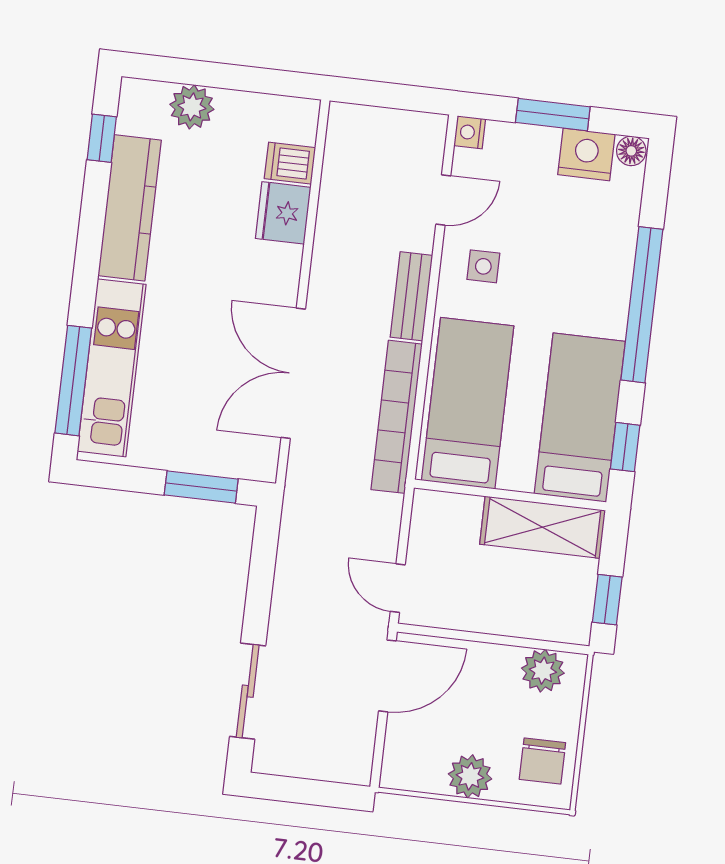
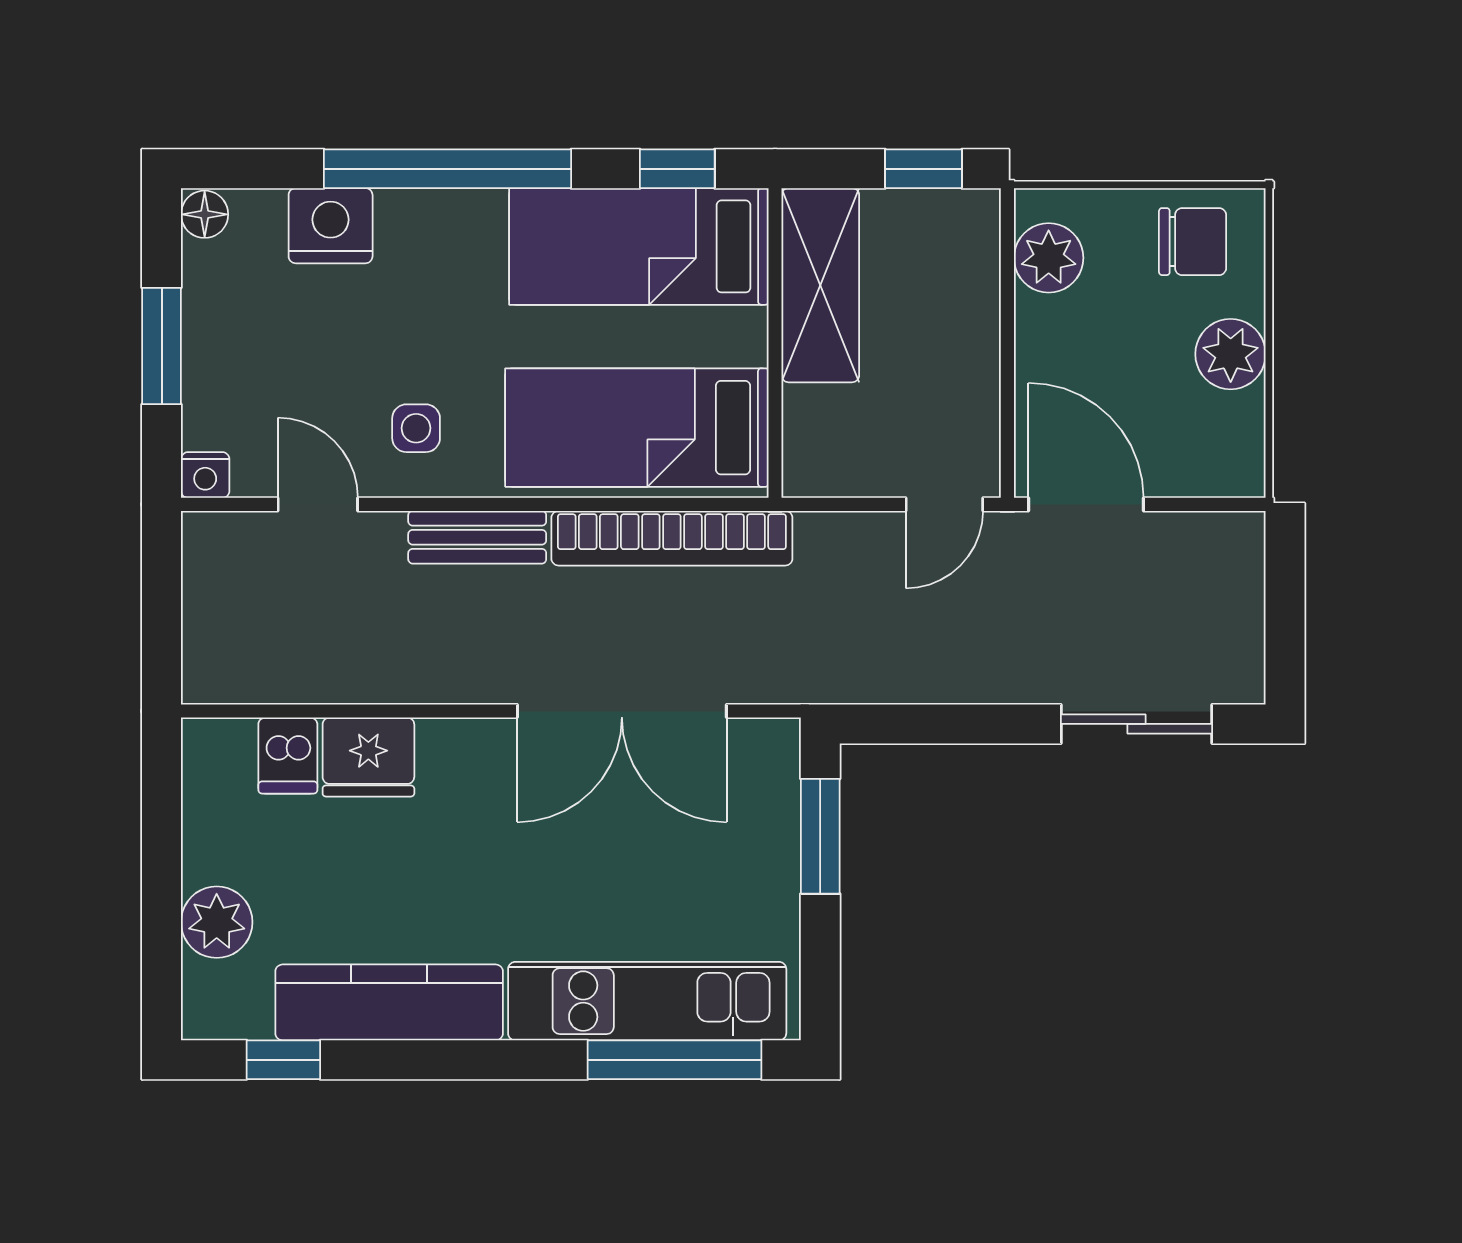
nightstand: (586, 154) -> (331, 226), moved, turned 90

